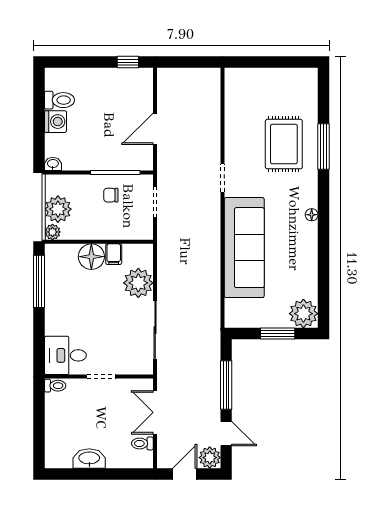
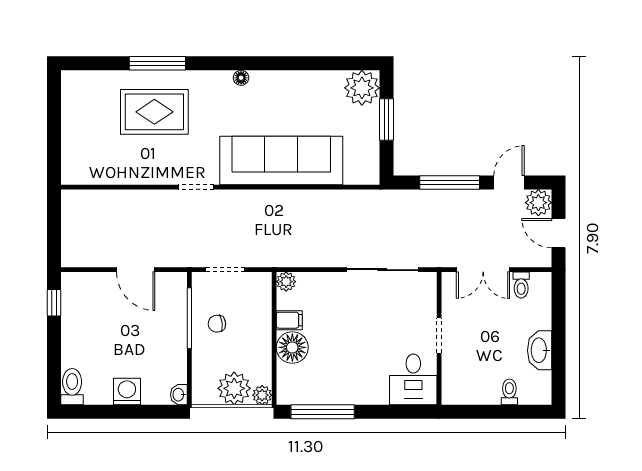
toilet: (59, 100) -> (72, 387), moved
chair: (111, 195) -> (217, 324), turned 82
plant: (138, 283) -> (286, 282), moved, width x0.53, depth x0.53
toilet: (55, 386) -> (509, 392), moved

